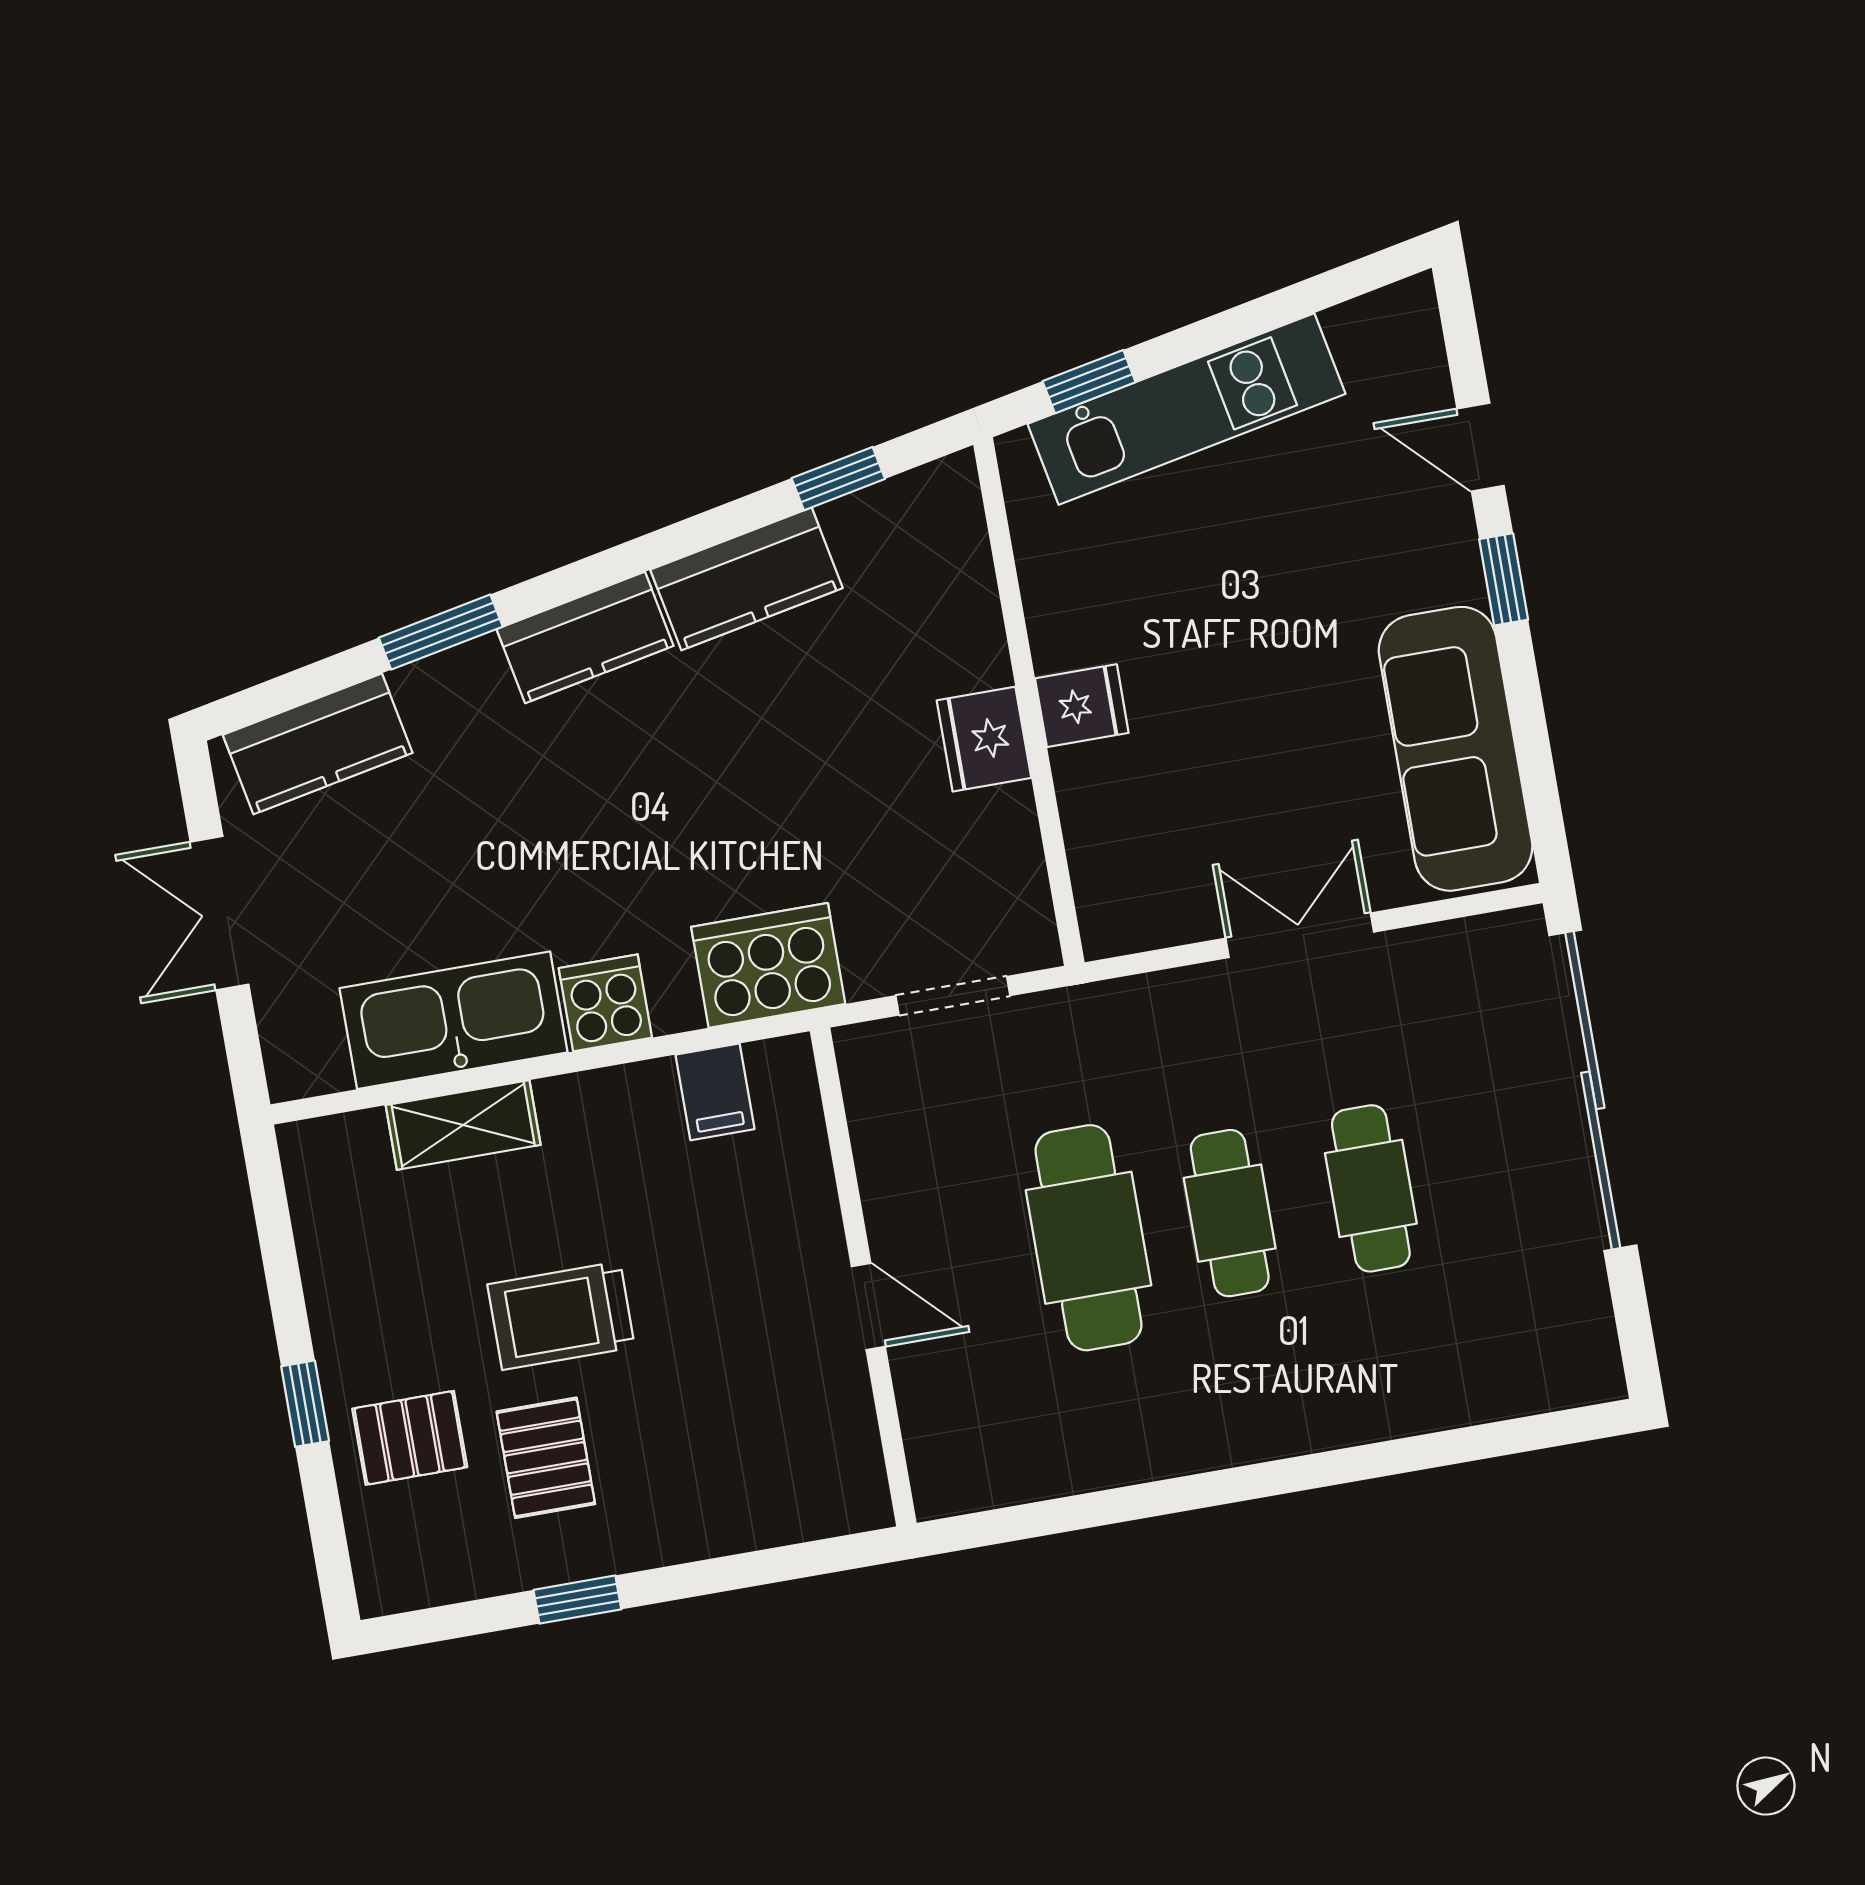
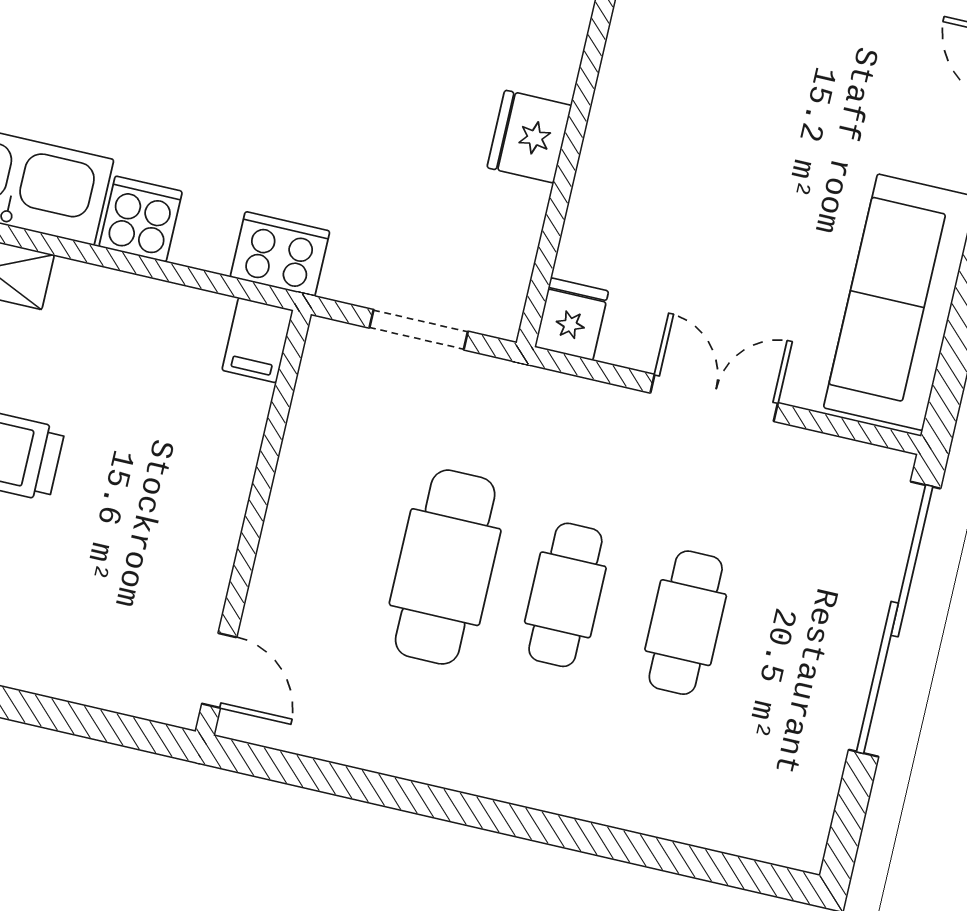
fridge: (1082, 706) -> (572, 319), moved, turned -90
cooker: (768, 965) -> (280, 254), width x0.73, depth x0.76
filing cabinet: (715, 1092) -> (258, 340), moved
door: (868, 1306) -> (219, 670), moved

